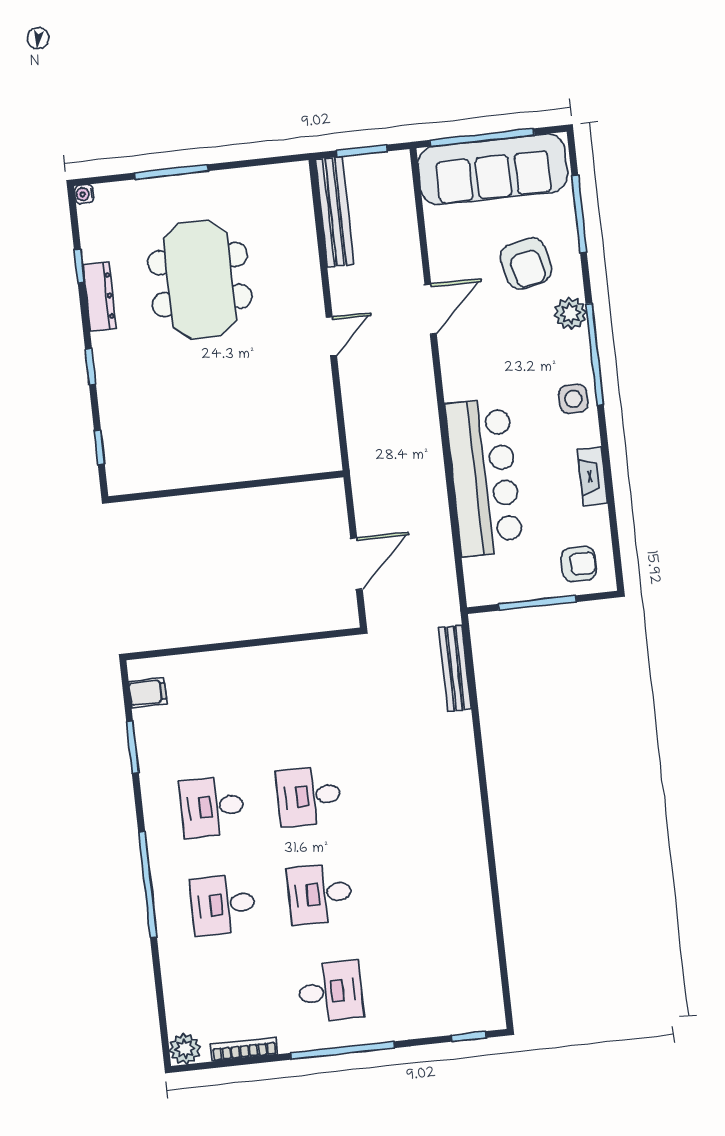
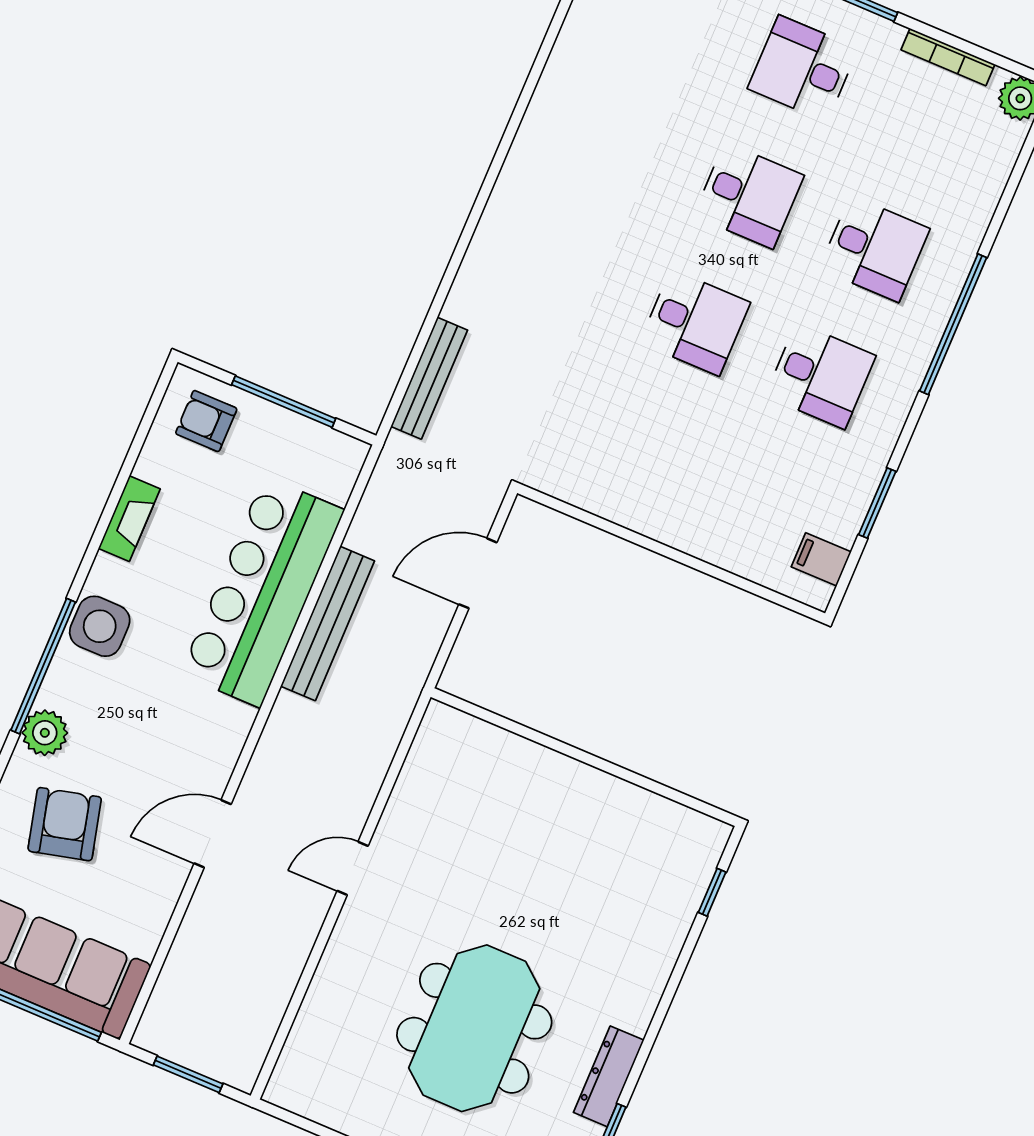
bench: (335, 212) -> (328, 624), moved
window: (90, 367) -> (668, 997), removed
side table: (573, 399) -> (100, 626), width x1.37, depth x1.37

